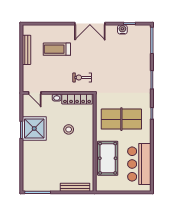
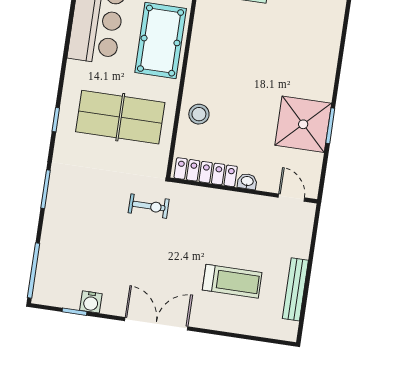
exercise bike: (82, 78) -> (149, 206), moved
stool: (69, 129) -> (199, 114), moved

